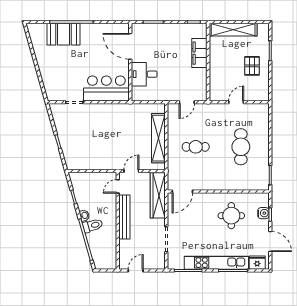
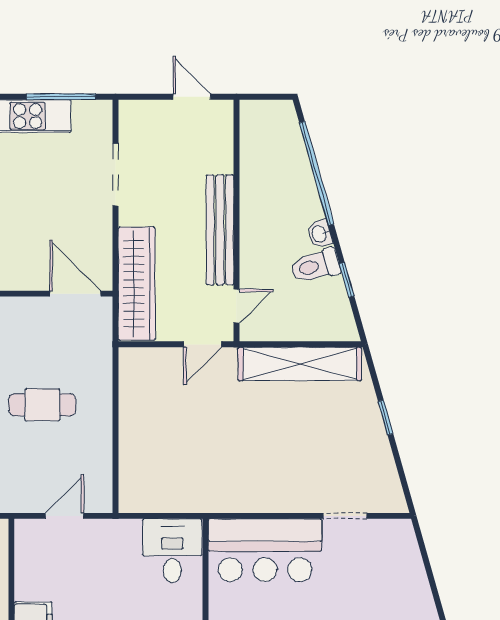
desk: (144, 74) -> (172, 551), moved, turned -90
shelving: (158, 138) -> (300, 364), moved, turned 90
door: (182, 191) -> (75, 294), hinge flipped
toilet: (93, 226) -> (315, 266), moved
door: (136, 270) -> (192, 97), swing flipped

